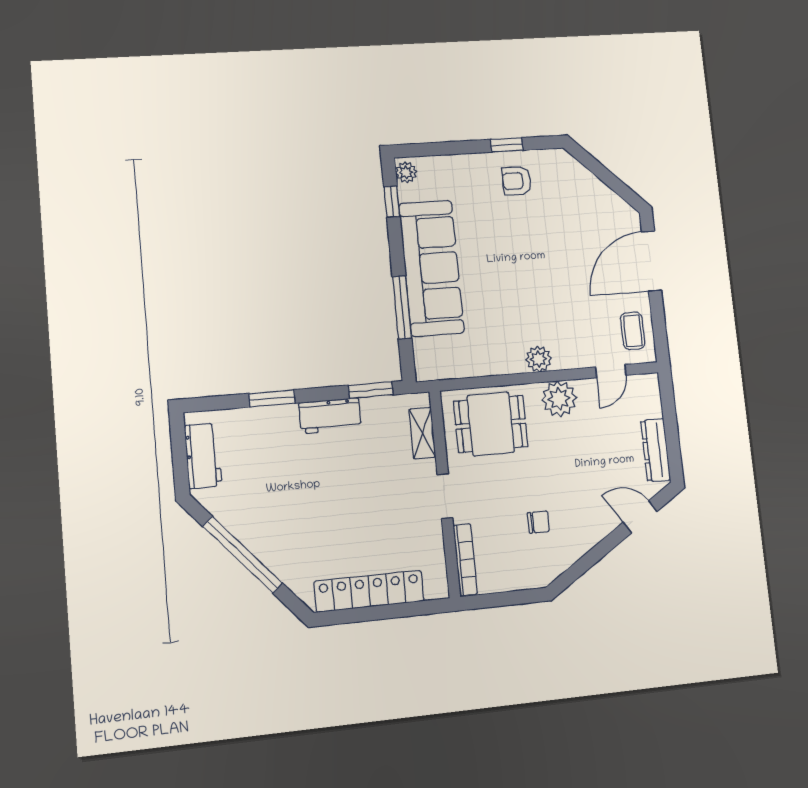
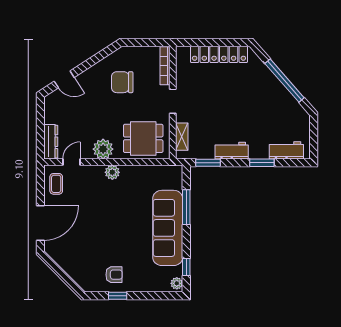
dresser: (656, 450) -> (51, 142), moved
workbench: (203, 456) -> (286, 150), moved, turned 90
chair: (538, 522) -> (122, 82), width x1.87, depth x1.87

